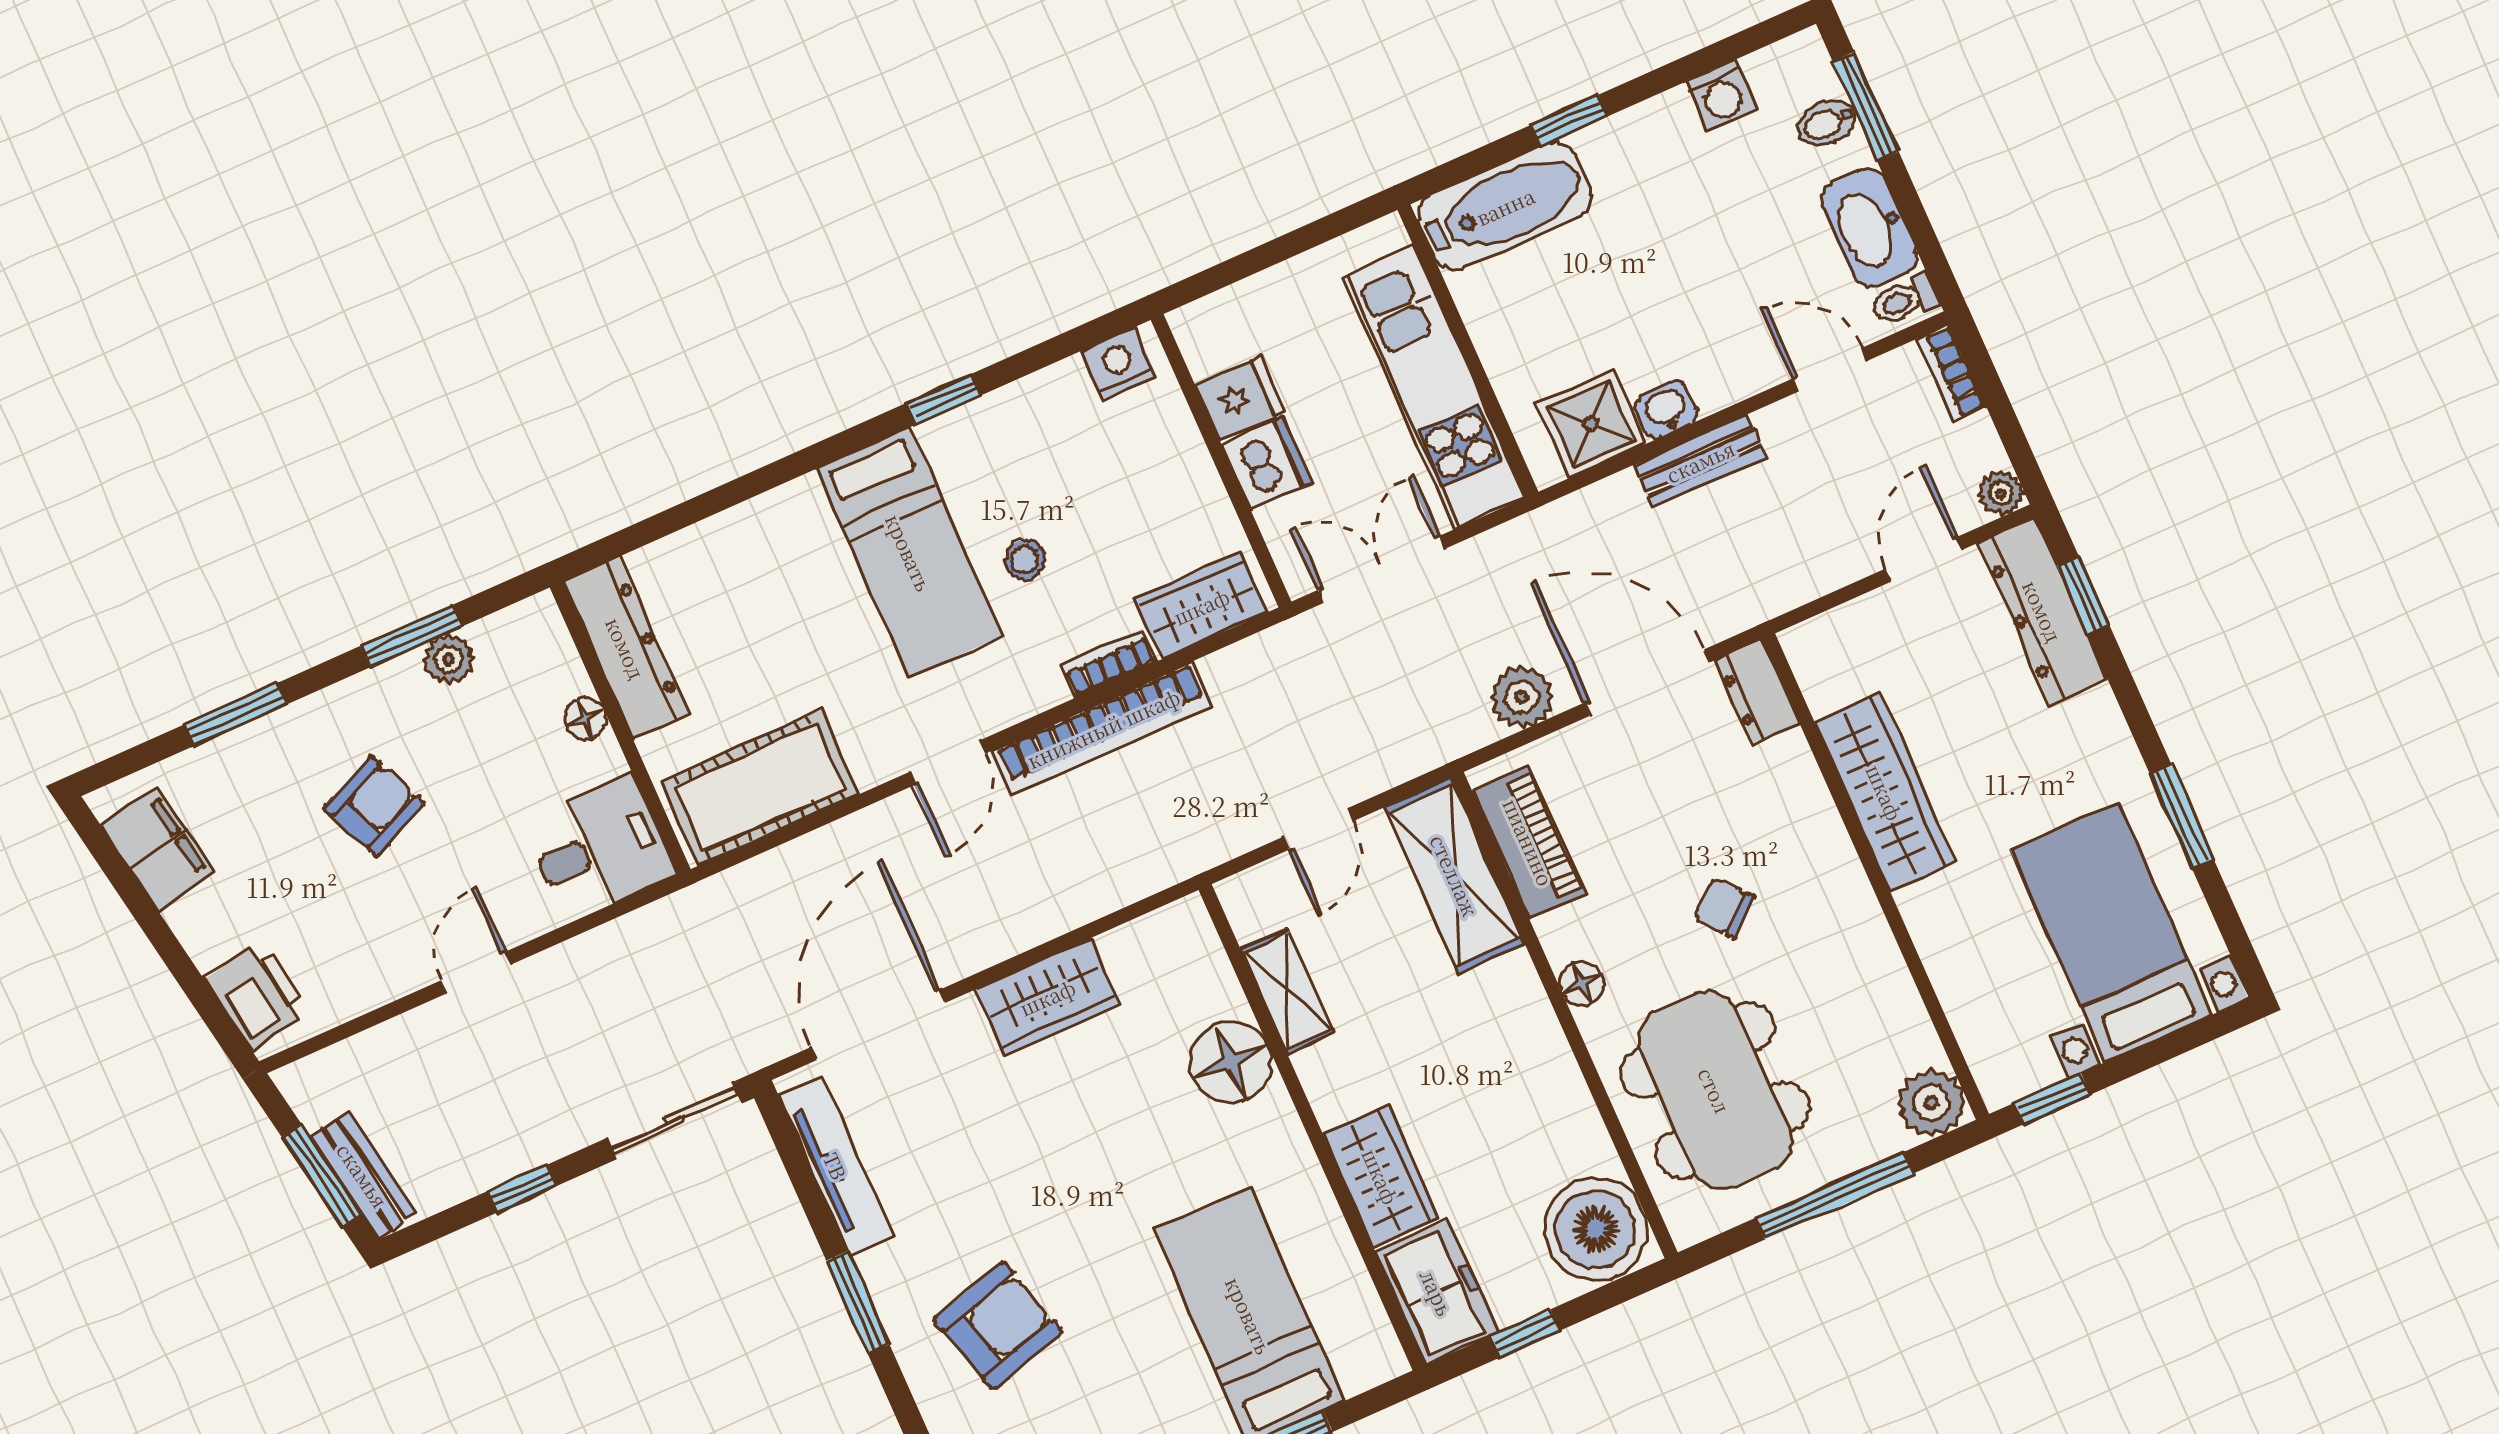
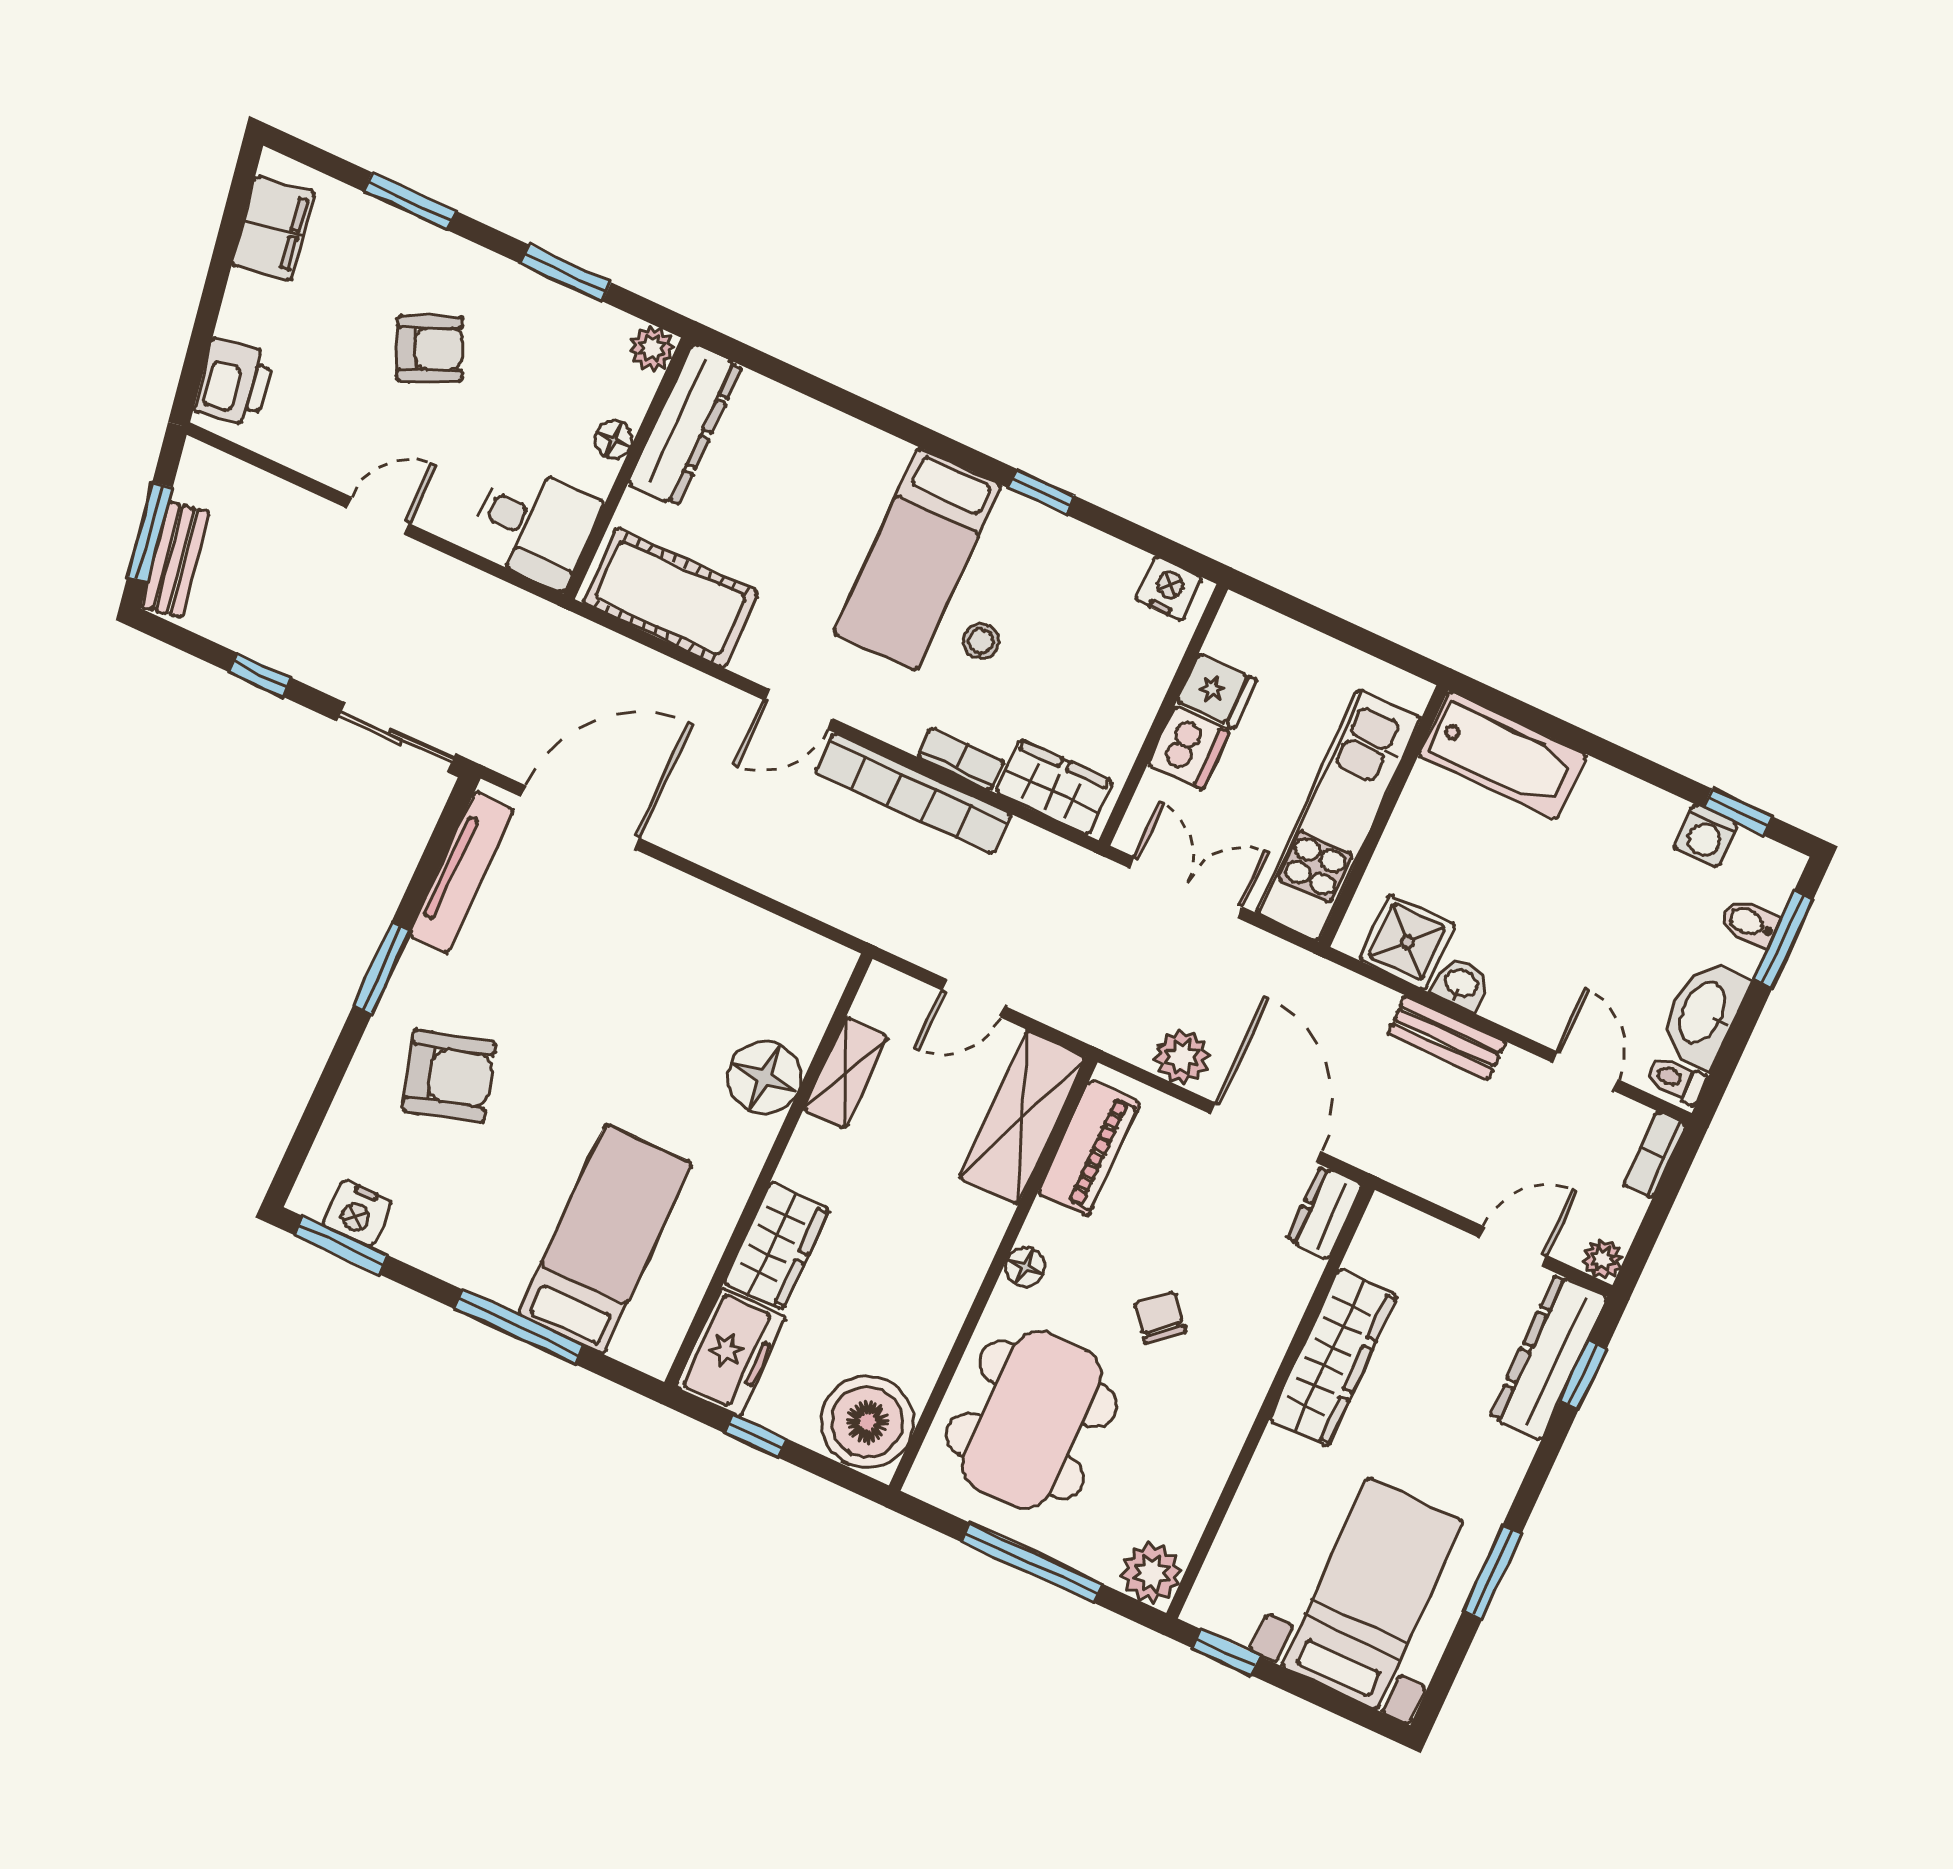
window: (1569, 121) -> (1738, 812), moved
plant: (449, 659) -> (652, 348), moved
wardrobe: (1047, 997) -> (700, 915), removed

